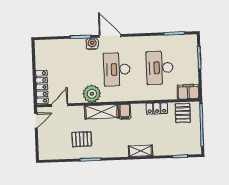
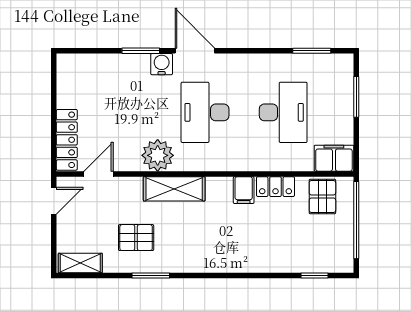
desk: (160, 68) -> (283, 112), turned 180
filing cabinet: (125, 112) -> (244, 190), moved
shelving: (141, 151) -> (80, 263), moved

